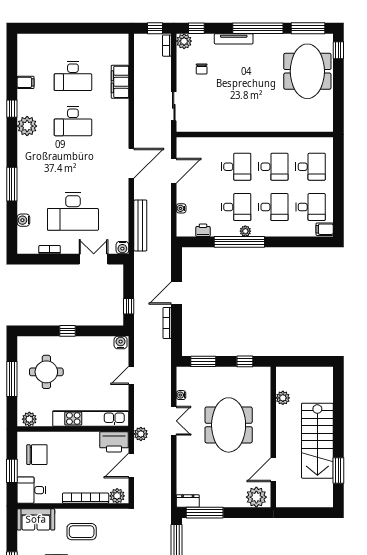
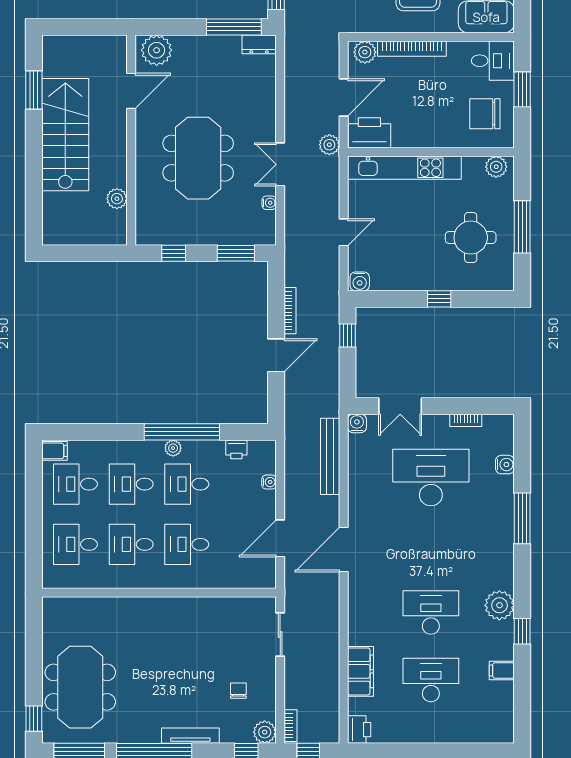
printer: (121, 43) -> (359, 730), added

